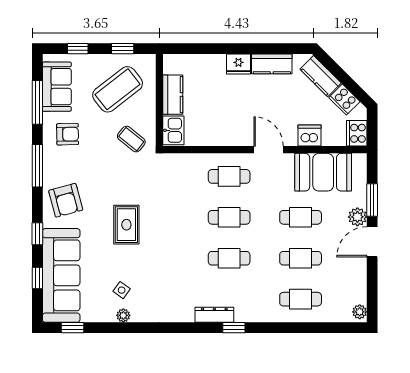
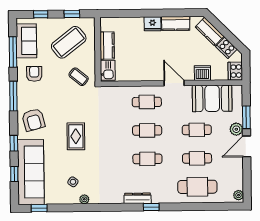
armchair: (68, 134) -> (34, 74), turned -89
cafe table: (301, 299) -> (197, 187), width x1.37, depth x1.35
plant: (123, 315) -> (84, 199), moved

